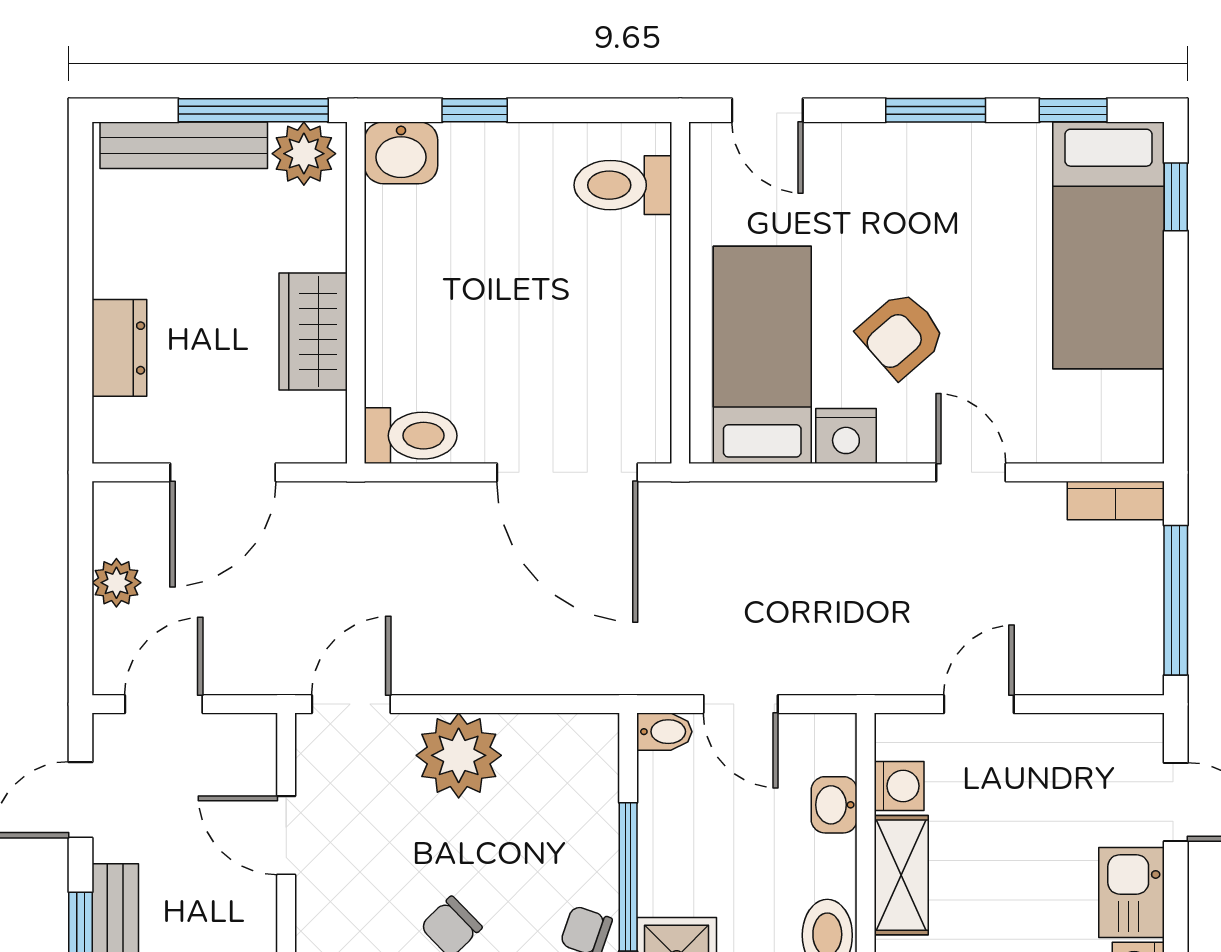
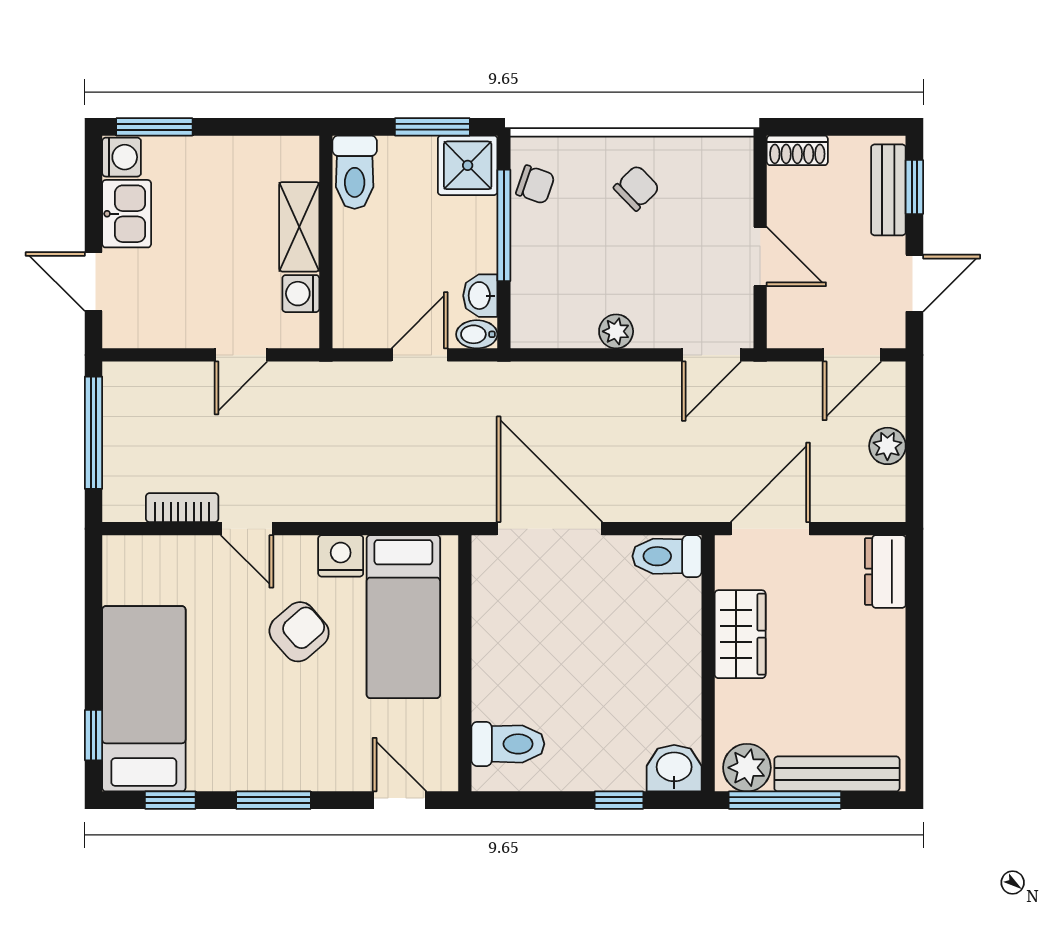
dresser: (119, 348) -> (885, 571), moved
door: (223, 472) -> (770, 529), moved
bookcase: (1116, 500) -> (182, 508), moved
door: (741, 704) -> (420, 355), hinge flipped
plant: (459, 755) -> (616, 331), width x0.53, depth x0.53
washbasin: (834, 805) -> (480, 296), moved, turned 180

